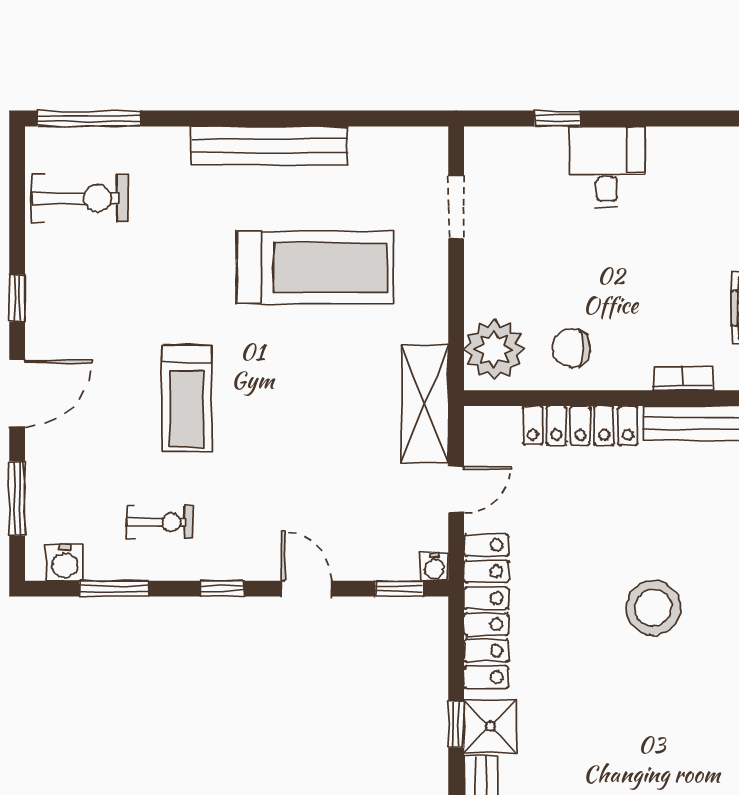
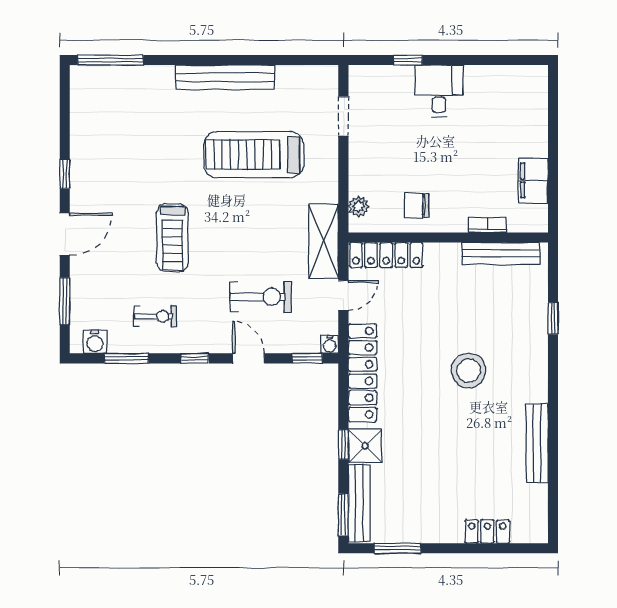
exercise bike: (80, 198) -> (261, 297), moved
treadmill: (315, 268) -> (254, 155), turned 180
plant: (494, 349) -> (359, 206), width x0.53, depth x0.53
locker: (580, 426) -> (386, 255), moved

